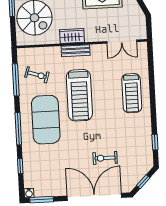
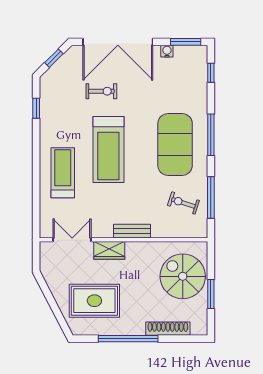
wardrobe: (72, 36) -> (109, 250), moved
treadmill: (79, 95) -> (108, 149), moved, turned 180
window: (20, 166) -> (211, 73), moved
water cooler: (29, 193) -> (167, 51), moved

